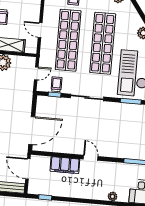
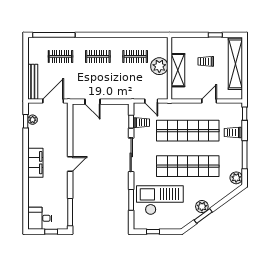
door: (40, 30) -> (209, 101), moved
door: (32, 131) -> (93, 102), width x0.53
filing cabinet: (65, 165) -> (35, 163), moved, turned 180
plant: (113, 196) -> (33, 120), moved

